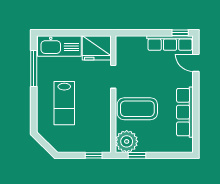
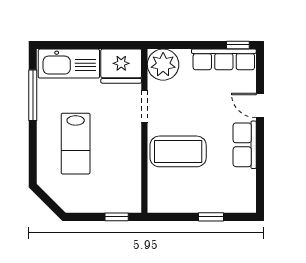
door: (196, 63) -> (260, 105), moved
row of seats: (185, 112) -> (245, 145), width x0.68
plant: (127, 141) -> (163, 65), moved
window: (137, 155) -> (211, 217), moved

